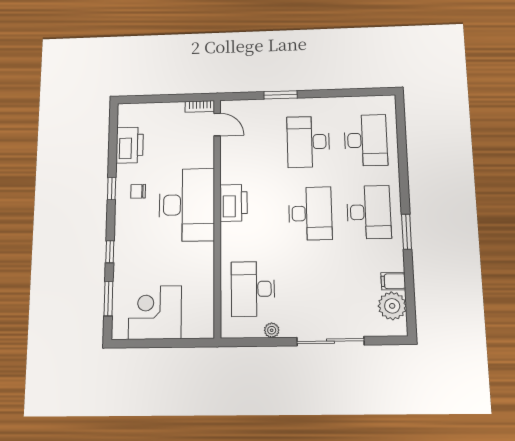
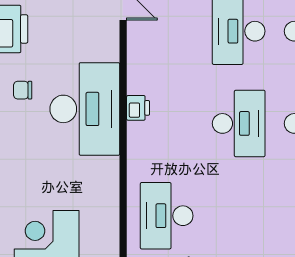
printer: (234, 203) -> (138, 108), width x0.53, depth x0.68

